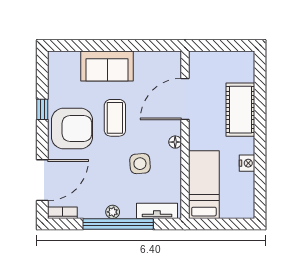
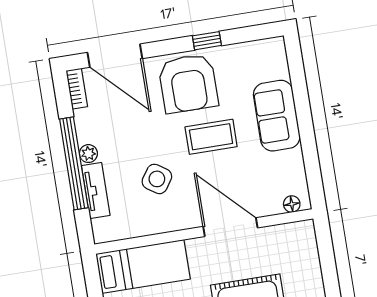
door: (185, 99) -> (230, 227), moved
floor lamp: (175, 142) -> (292, 204), moved
side table: (140, 164) -> (157, 179), turned 38
tv unit: (157, 211) -> (96, 190), moved

